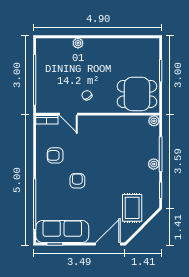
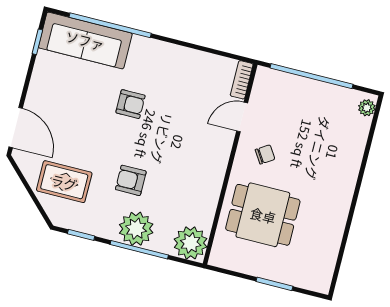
plant: (78, 43) -> (367, 108), moved
dining table: (137, 94) -> (263, 215), moved, turned 90
plant: (154, 121) -> (191, 243), width x1.87, depth x1.87
armchair: (55, 155) -> (131, 180), moved, turned -90
plant: (154, 164) -> (136, 229), width x1.88, depth x1.88
sofa: (62, 231) -> (85, 40), moved, turned 90

